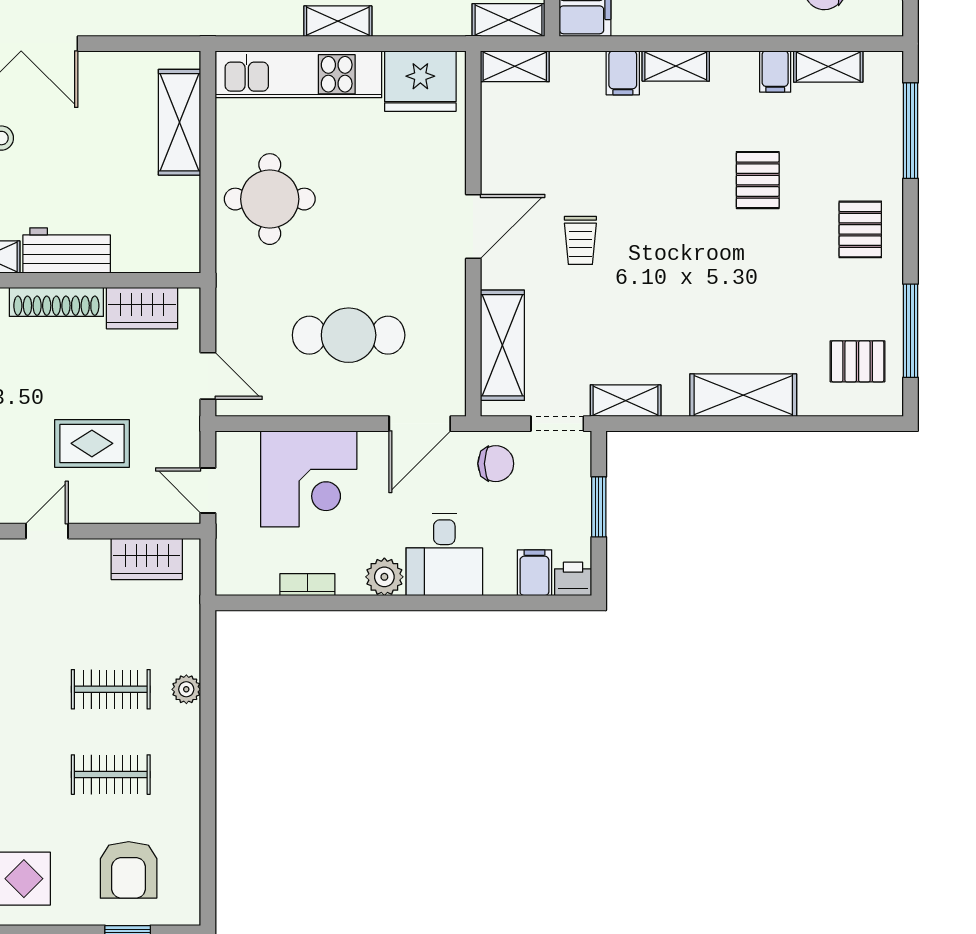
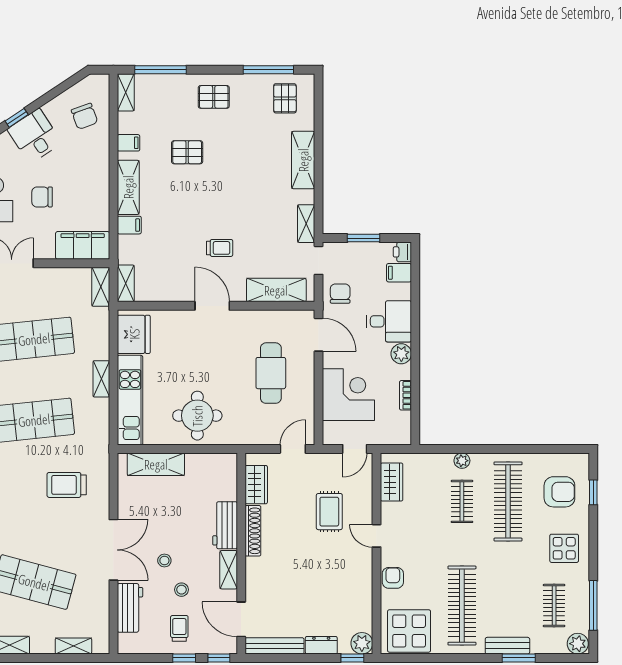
shelving: (676, 66) -> (128, 187), width x1.50, depth x1.33
shelving: (828, 66) -> (126, 92), moved
clothes rail: (111, 775) -> (508, 501), width x1.86, depth x1.31

